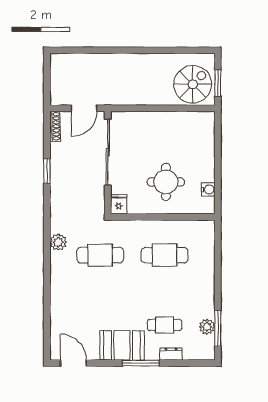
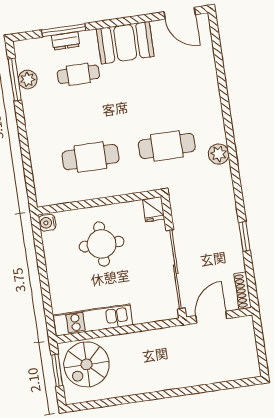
kitchen unit: (182, 120) -> (93, 320), added
water cooler: (208, 189) -> (47, 223), moved
window: (141, 363) -> (64, 30), moved

